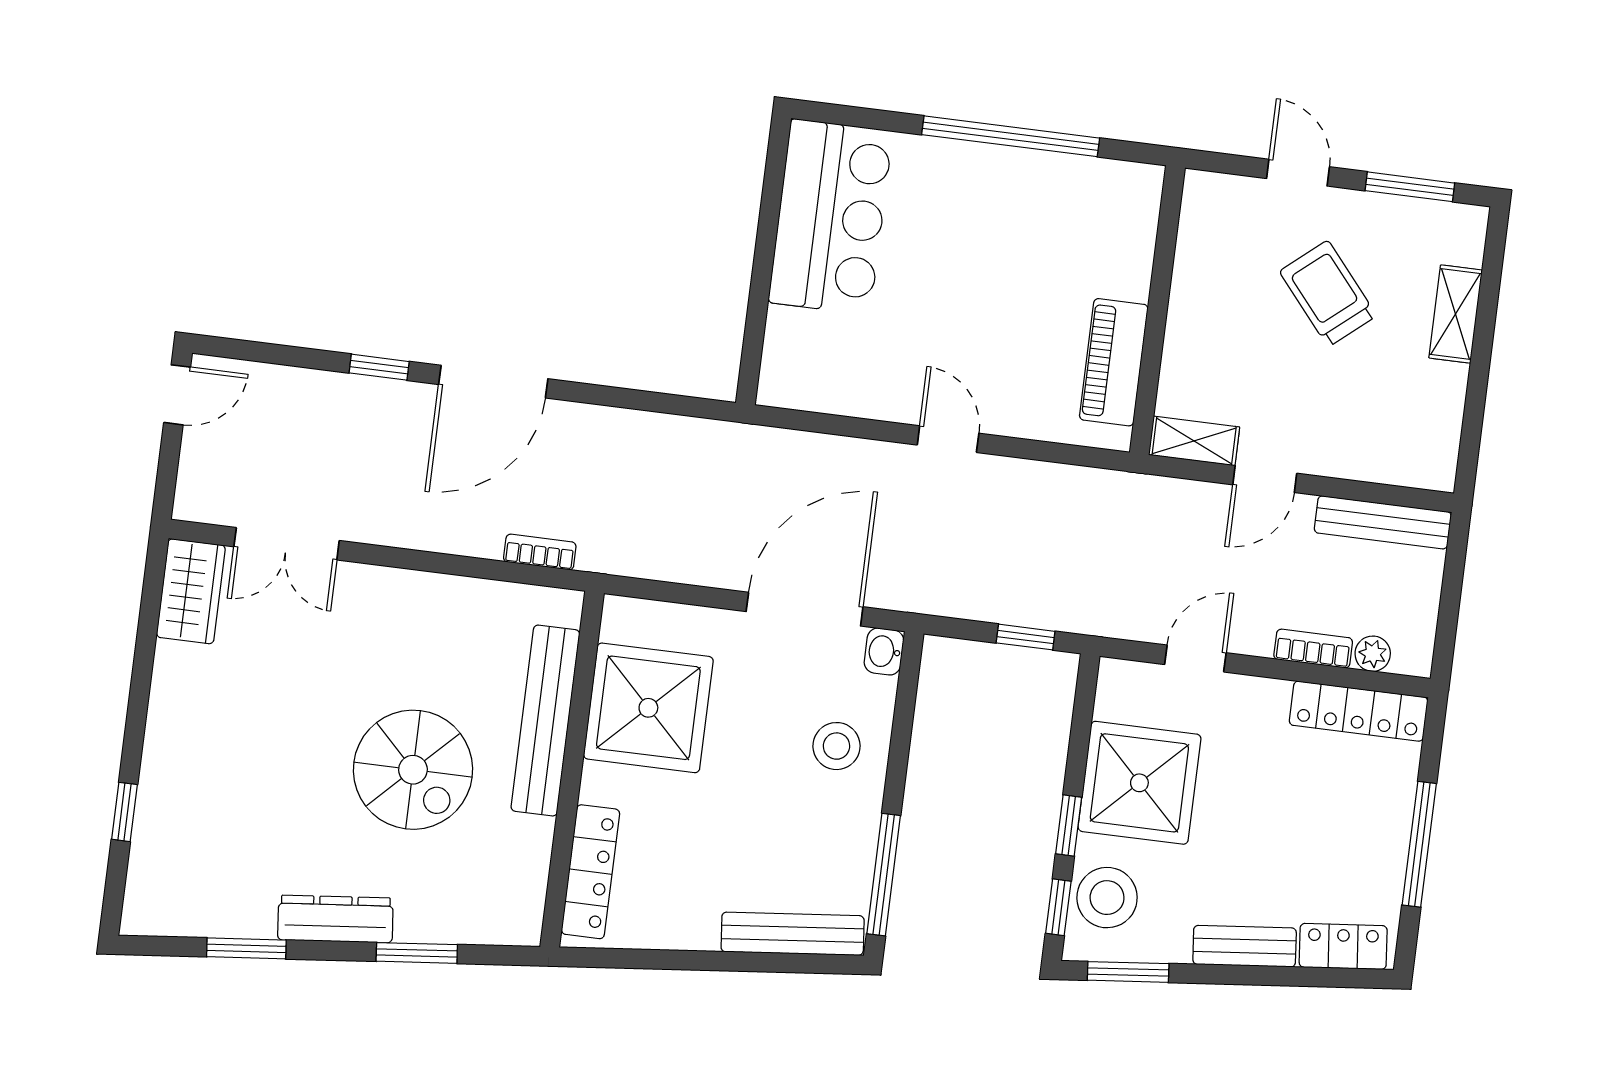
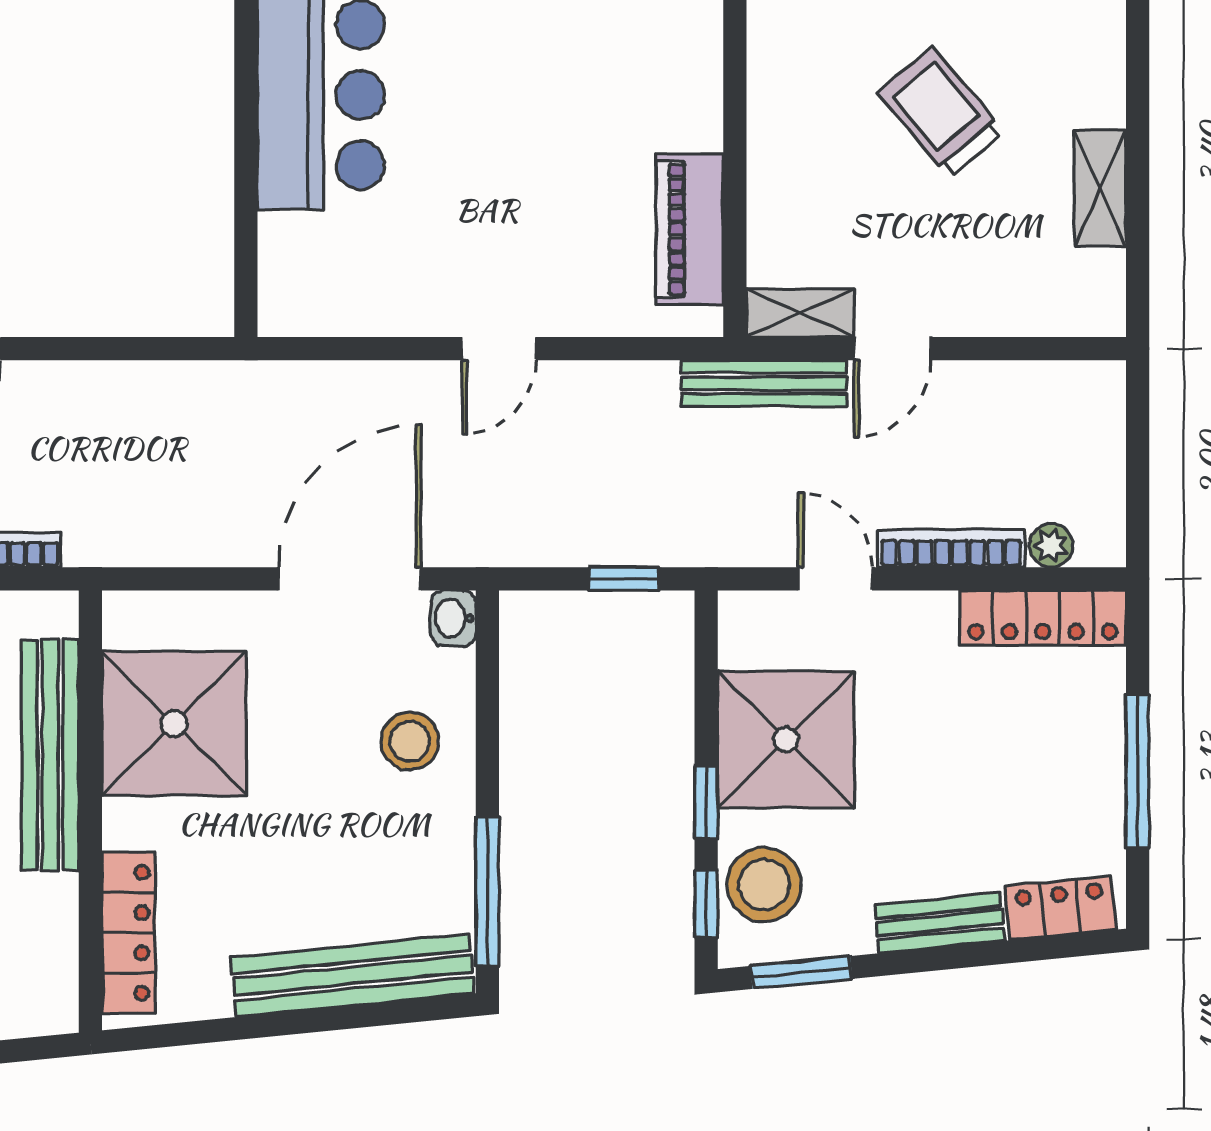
shelving: (1456, 314) -> (1100, 188), moved
door: (948, 439) -> (499, 349), swing flipped
bench: (1383, 522) -> (764, 383), moved
bookcase: (1313, 649) -> (951, 548), width x1.56
door: (1195, 659) -> (835, 579), hinge flipped
bench: (793, 934) -> (353, 975), width x1.37, depth x1.21

